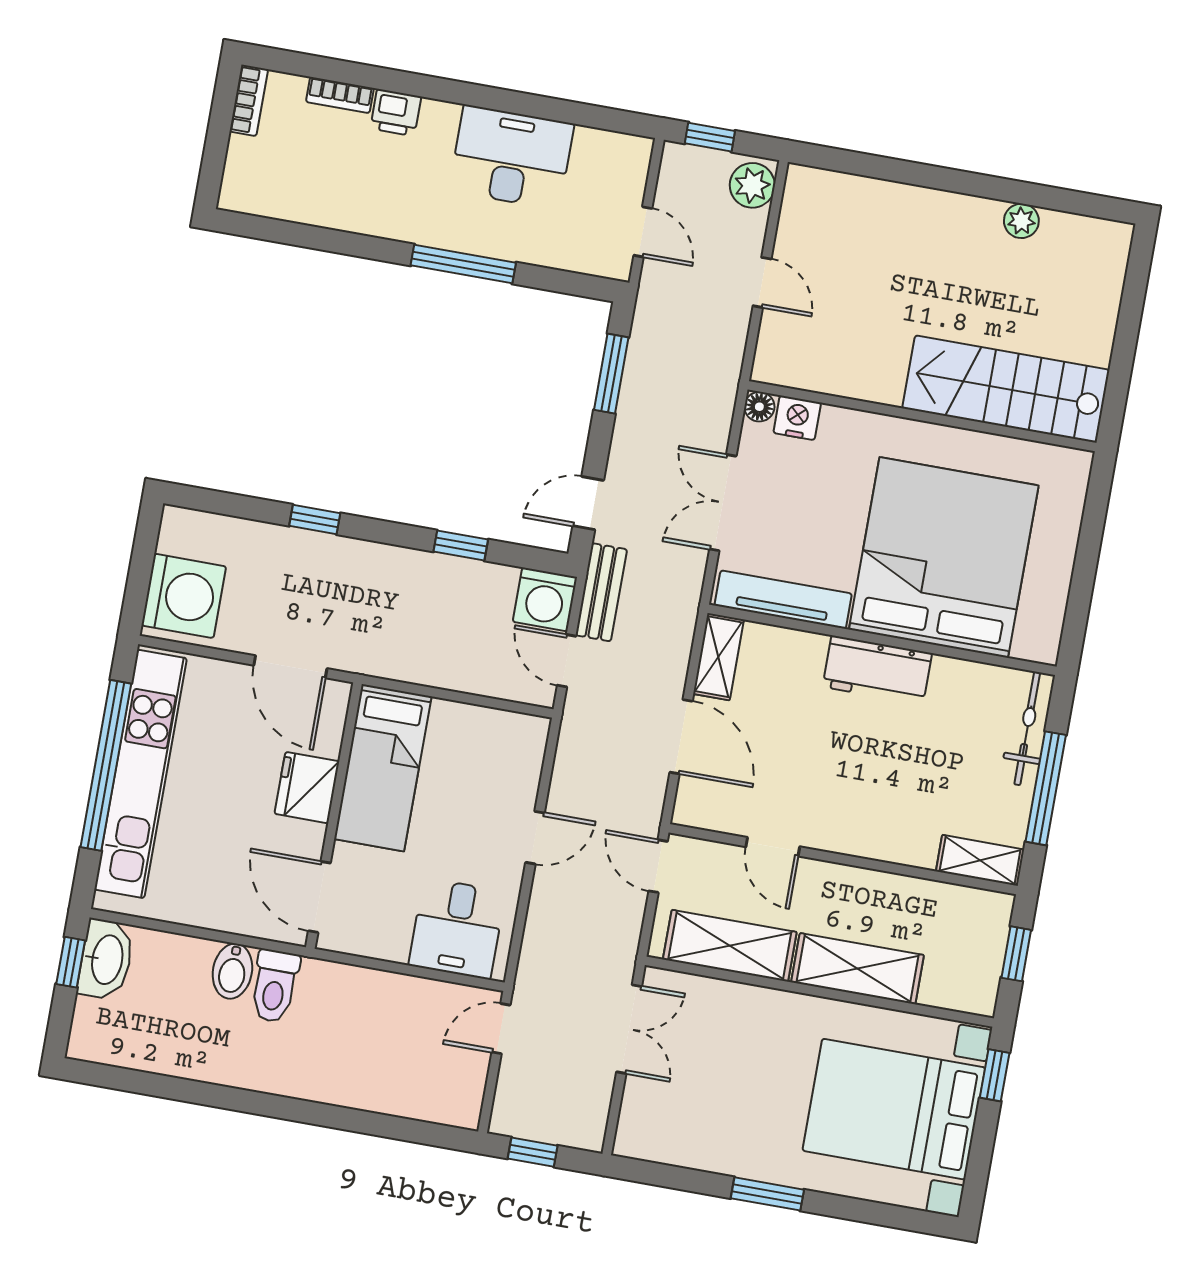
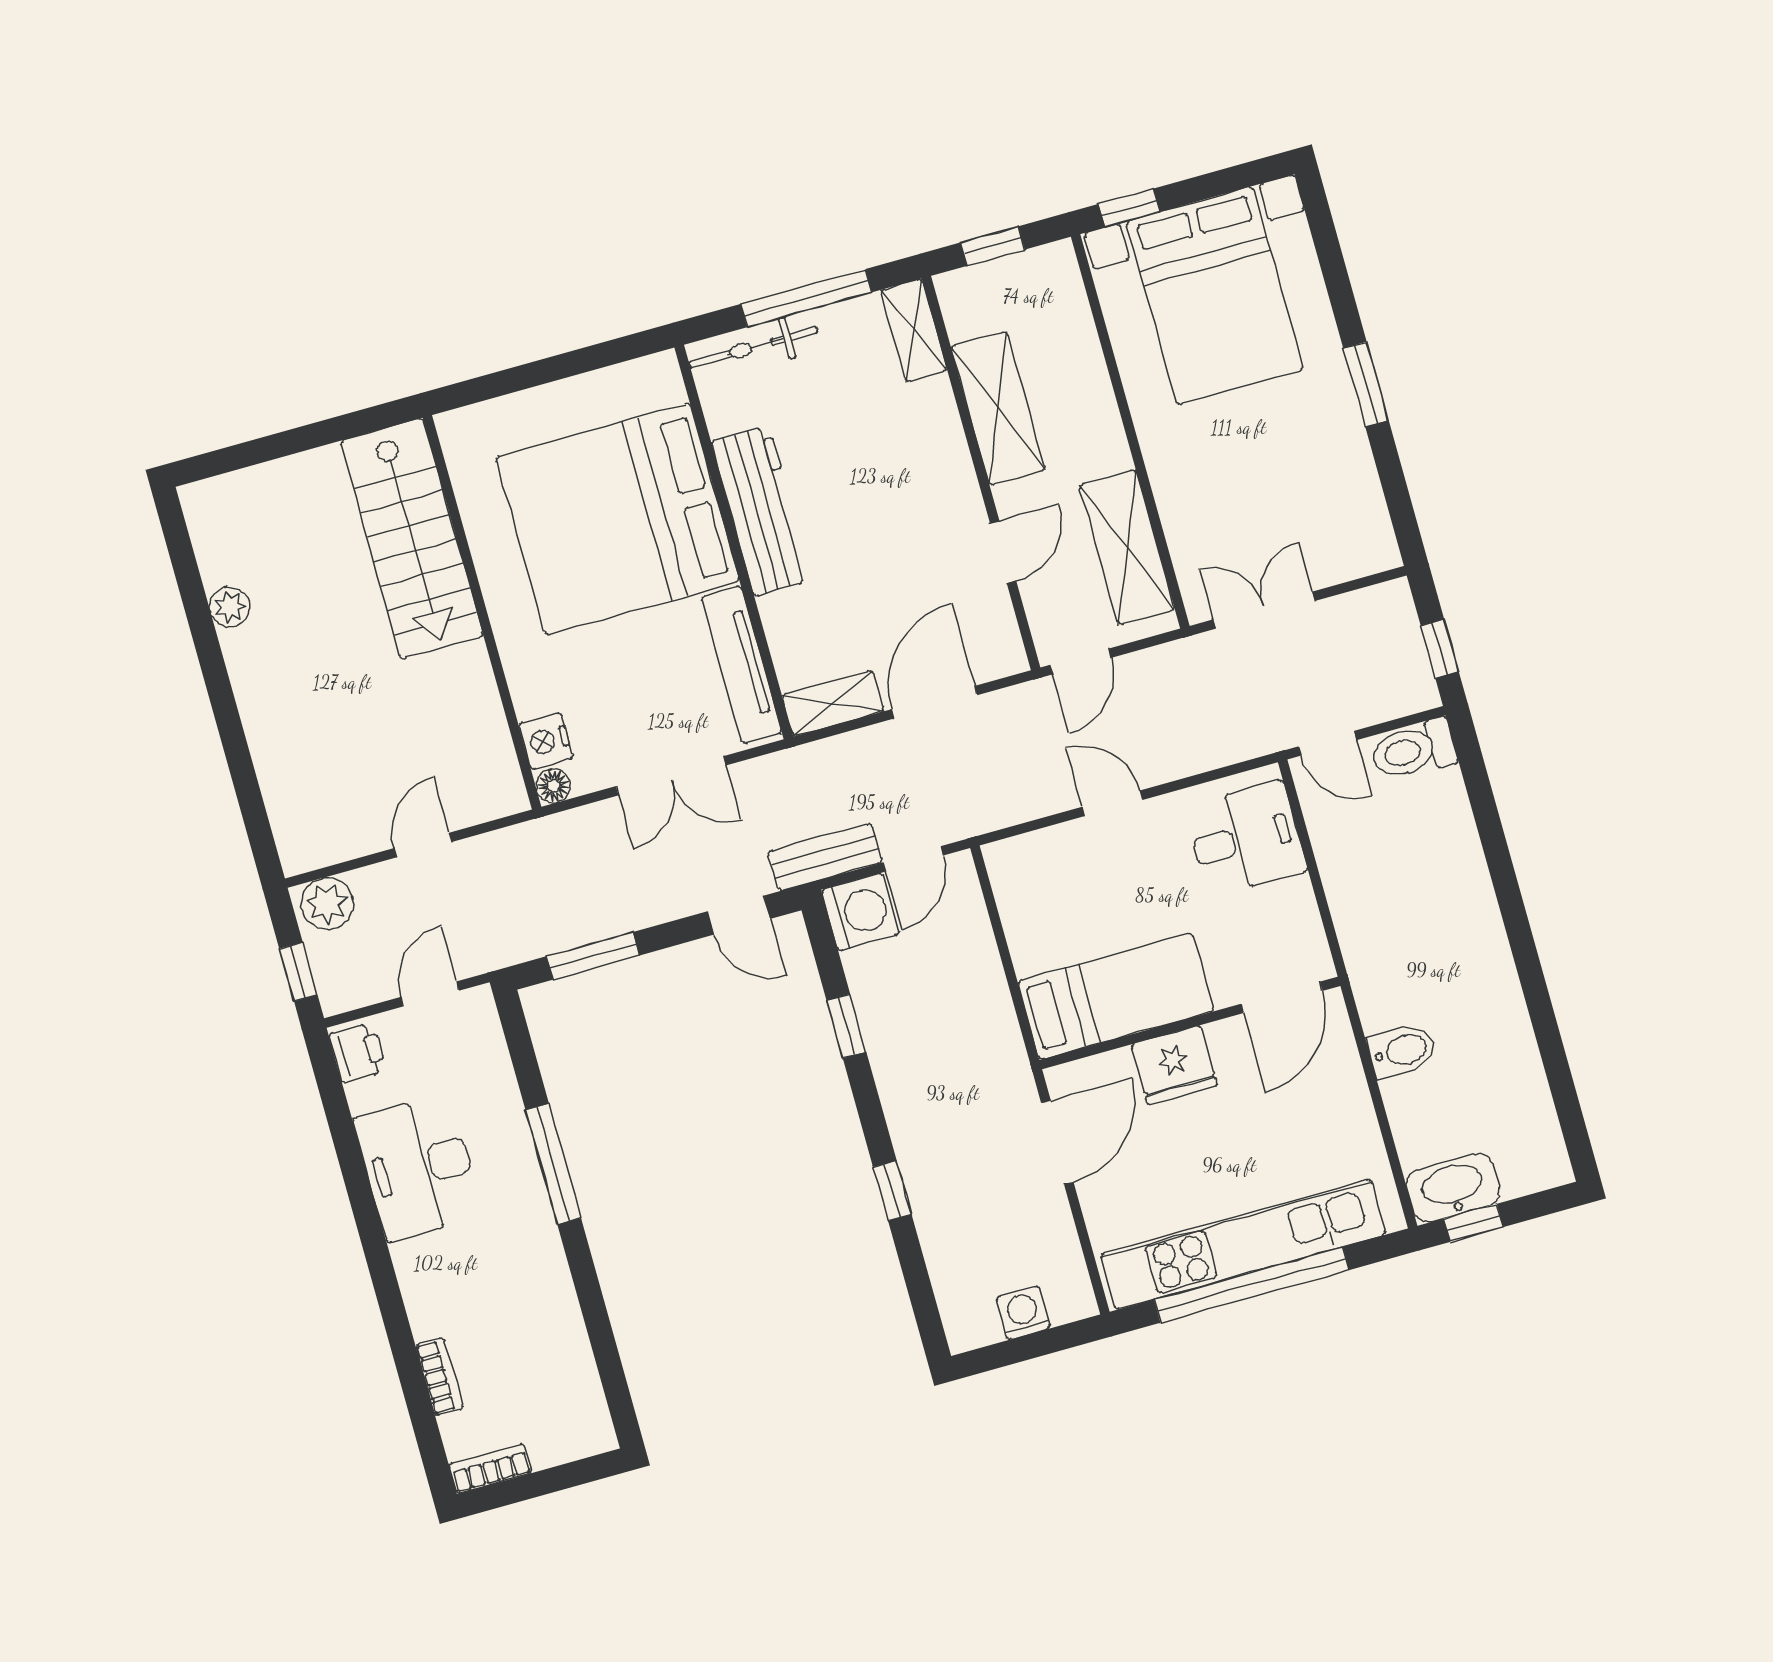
printer: (396, 113) -> (358, 1053), moved
washing machine: (184, 596) -> (1023, 1313), width x0.53, depth x0.53
workbench: (877, 670) -> (762, 511), width x1.38
shelving: (858, 969) -> (998, 408), moved
toilet: (275, 986) -> (1413, 750), moved, turned 180

